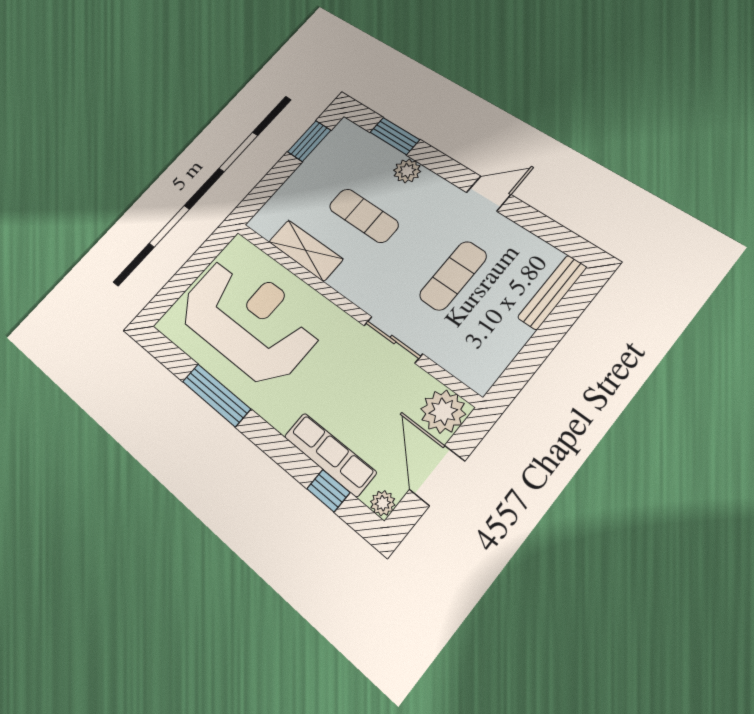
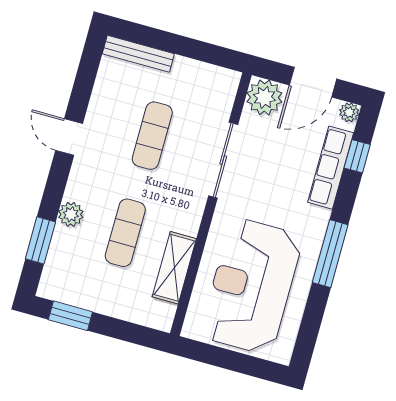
exercise mat: (453, 276) -> (152, 136), turned 90
sliding door: (393, 340) -> (223, 160), width x1.37
window: (216, 395) -> (330, 254), moved

